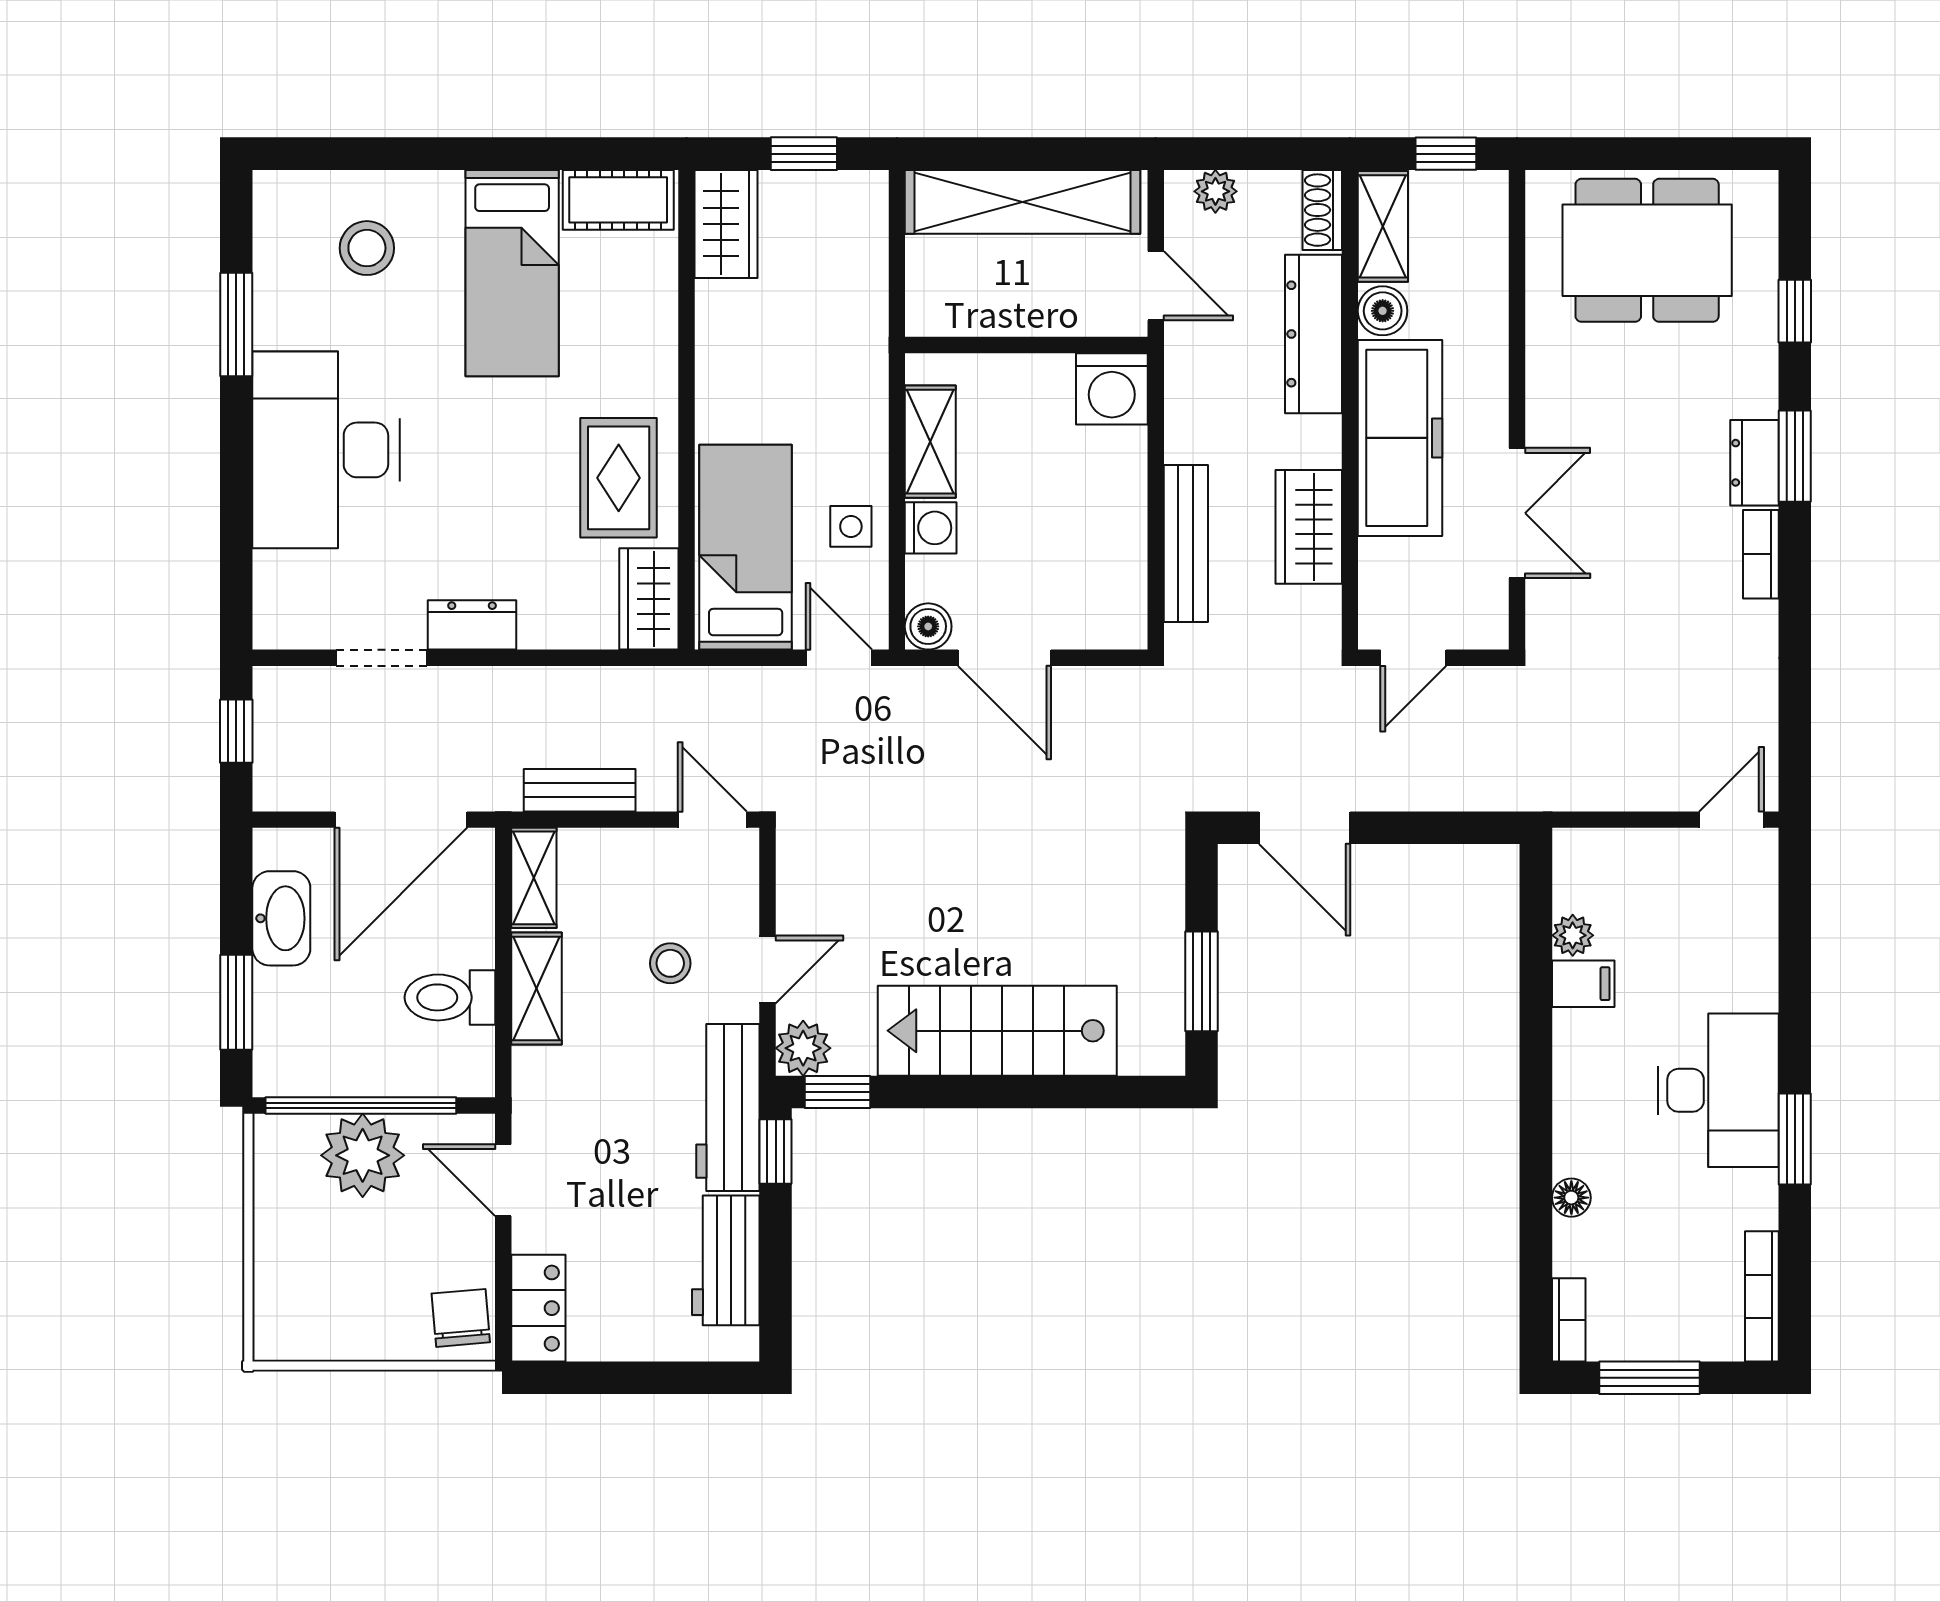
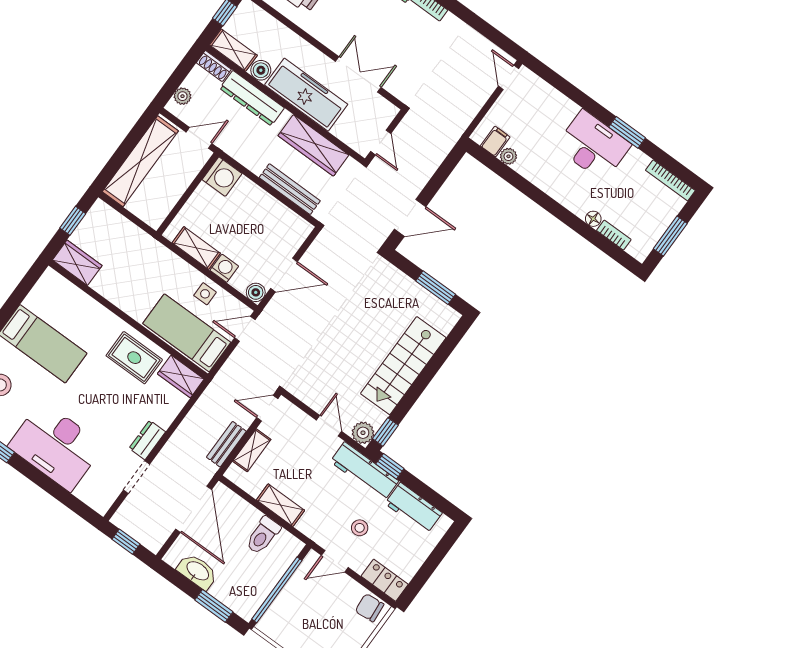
cot: (618, 200) -> (44, 292), removed
wardrobe: (1309, 527) -> (313, 145), width x1.50
shelving: (534, 878) -> (252, 450), moved, turned 90
stool: (670, 963) -> (360, 528), moved
filing cabinet: (1583, 984) -> (495, 141), moved
plant: (363, 1155) -> (293, 601), removed
bookcase: (1569, 1320) -> (614, 235), moved

